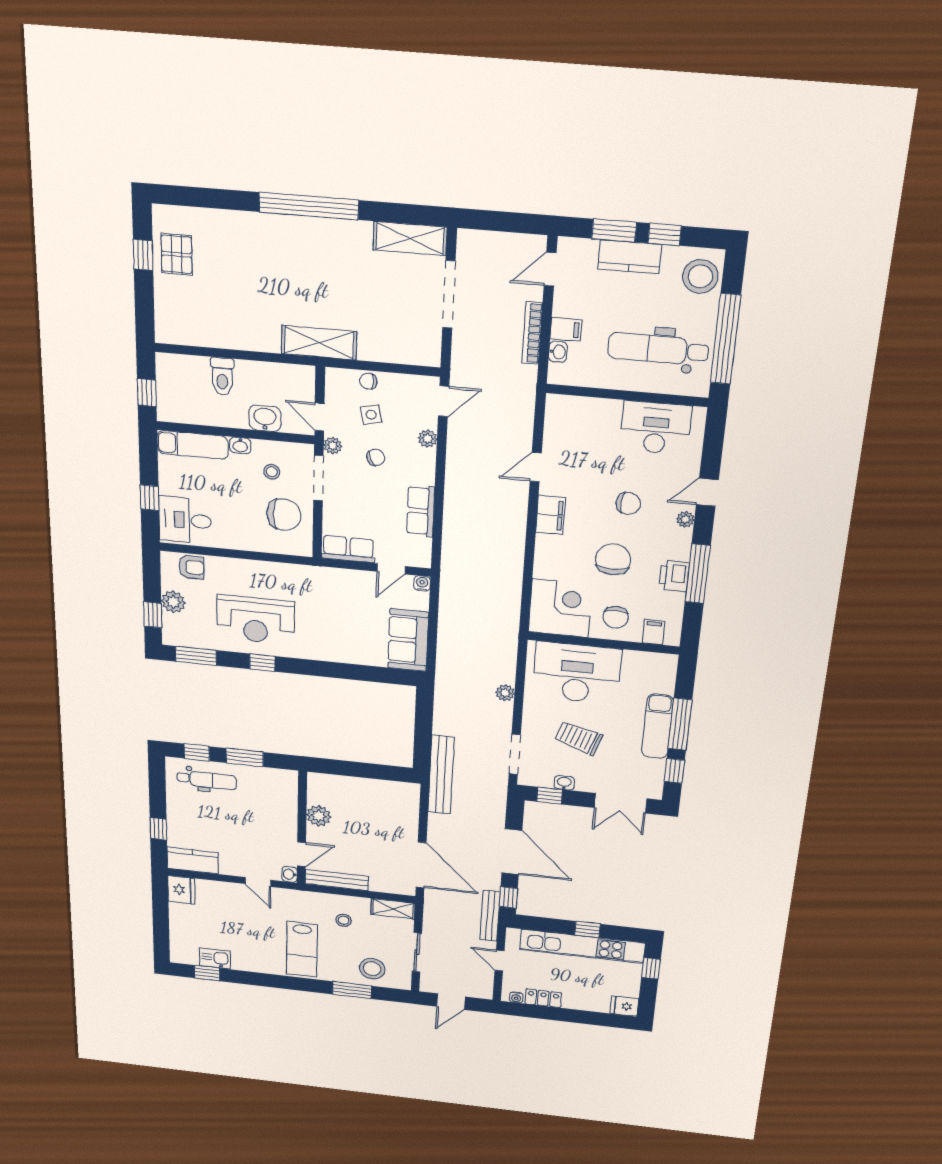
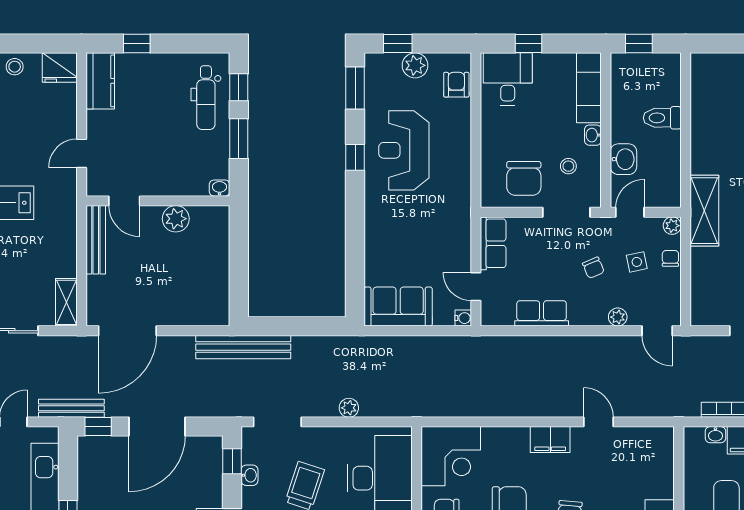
plant: (333, 446) -> (672, 226), moved
armchair: (191, 567) -> (456, 85), turned 180
washbasin: (290, 874) -> (220, 188), moved
stool: (344, 920) -> (15, 67), moved

